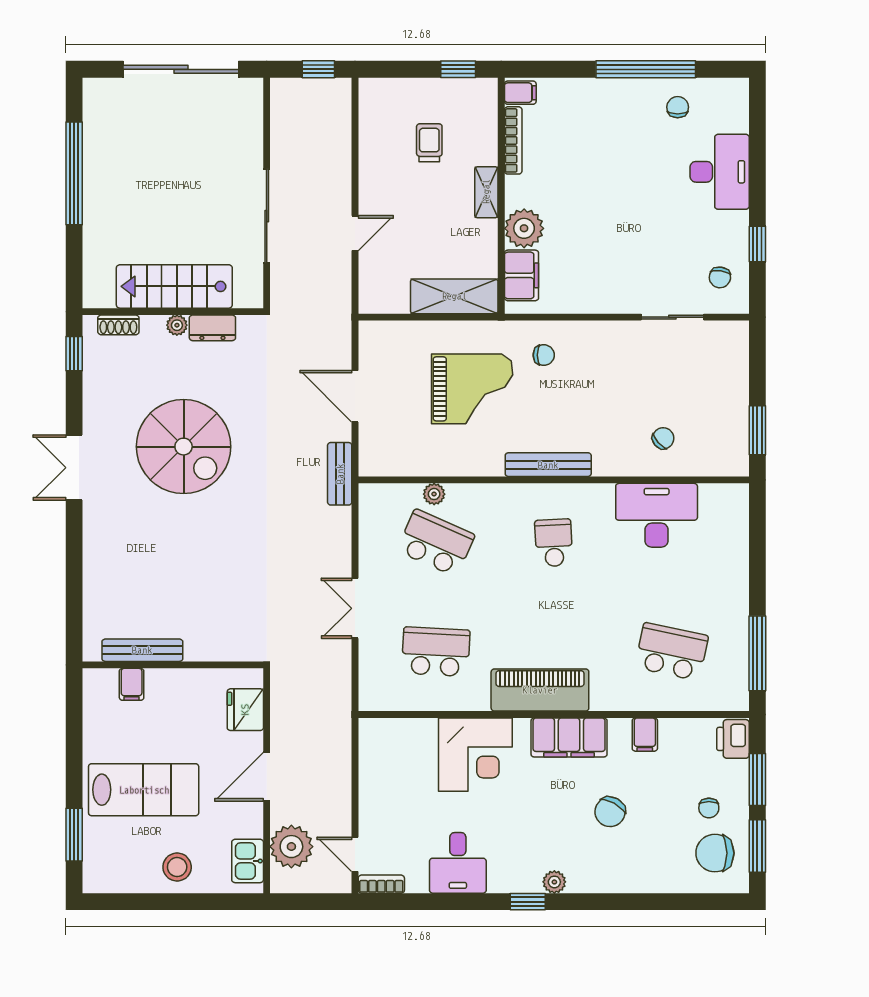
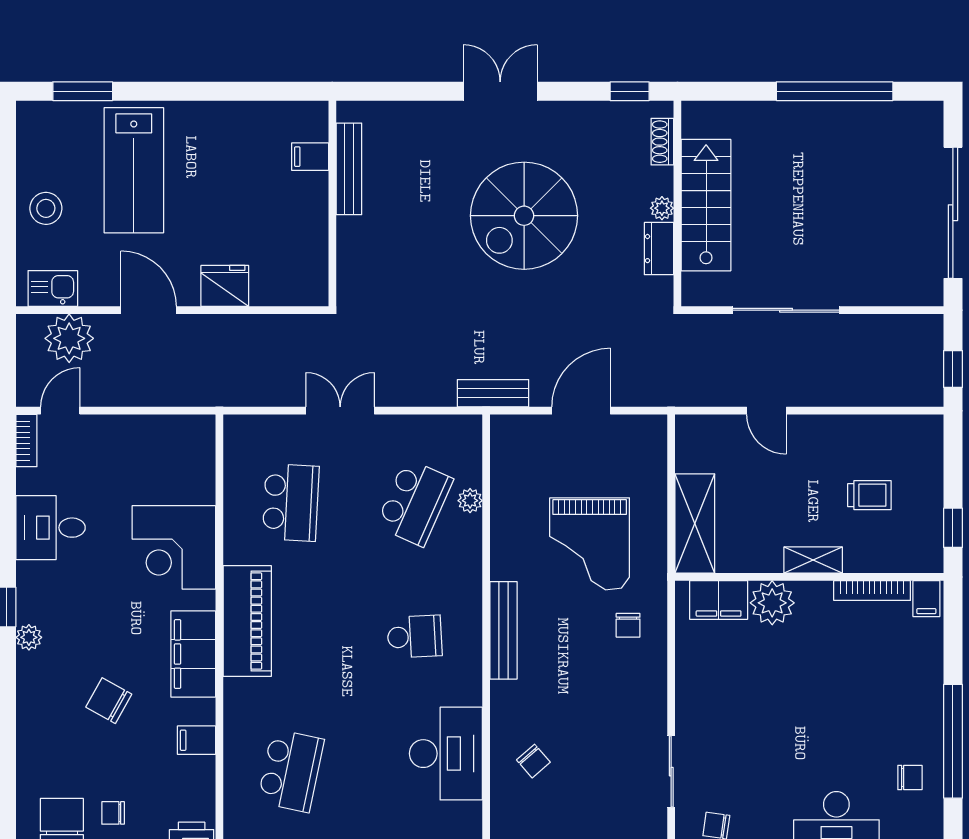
bench: (142, 650) -> (349, 169), moved
wall: (173, 665) -> (332, 204), moved
filing cabinet: (132, 684) -> (310, 157), moved

